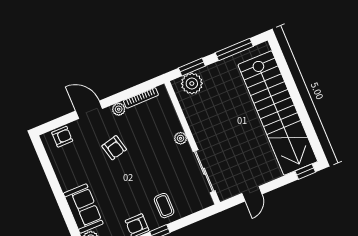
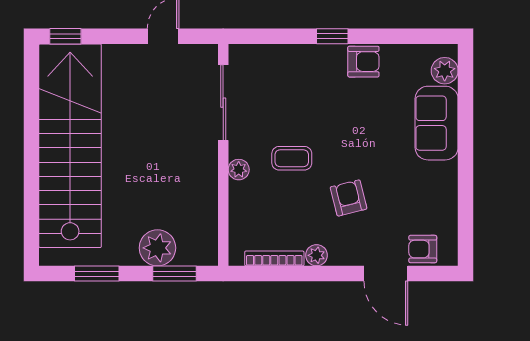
window: (234, 49) -> (97, 274), width x0.69
plant: (192, 83) -> (157, 248), moved
door: (89, 110) -> (386, 274), moved
coffee table: (164, 206) -> (292, 158), moved, turned 90

